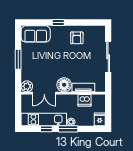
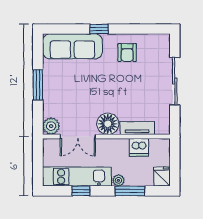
sofa: (36, 34) -> (72, 46), width x1.36
window: (68, 129) -> (130, 191), moved

